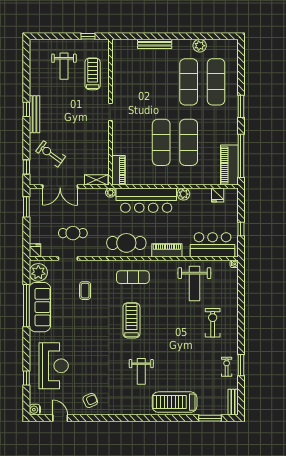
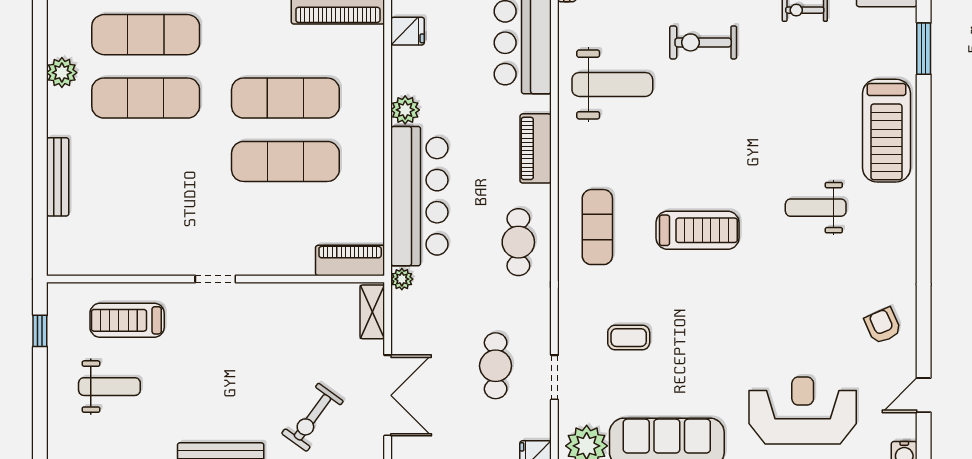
cafe table: (126, 243) -> (518, 242), width x0.73, depth x0.74
treadmill: (131, 320) -> (698, 230), turned 180
weight bench: (141, 371) -> (816, 208), turned 180

